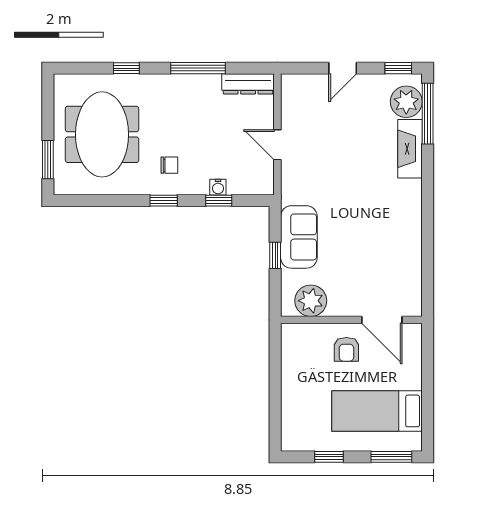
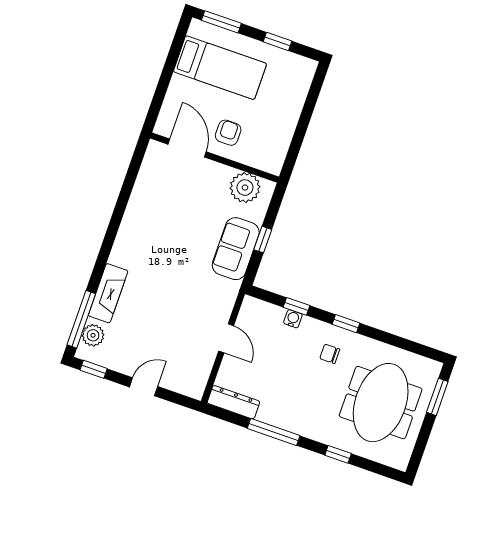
plant: (406, 102) -> (93, 335), width x0.73, depth x0.73

